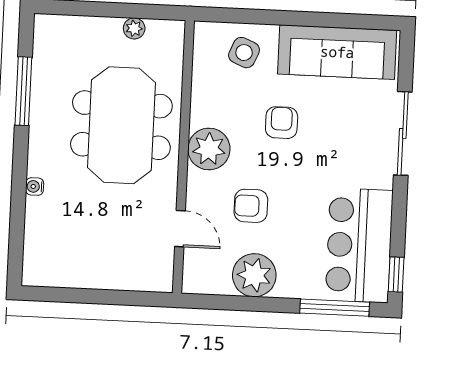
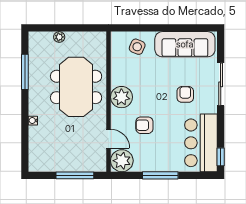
plant: (134, 28) -> (59, 37), moved
armchair: (282, 123) -> (185, 94), moved
plant: (254, 275) -> (122, 161), moved
window: (111, 297) -> (75, 175), added
window: (335, 308) -> (160, 175), moved

